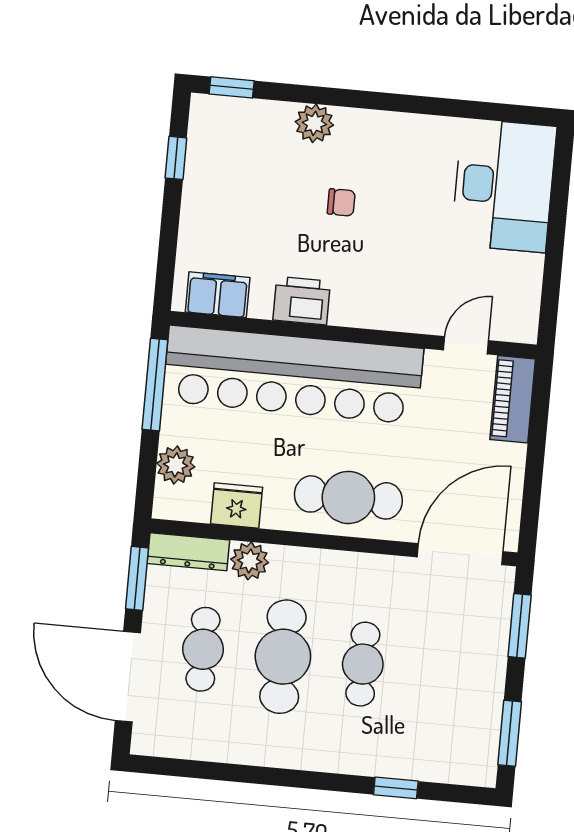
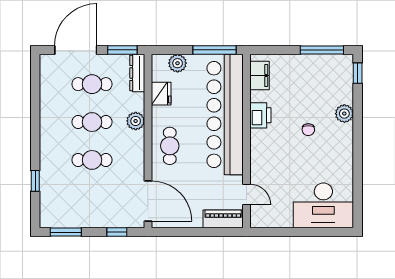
window: (176, 158) -> (322, 50), width x2.17
cafe table: (348, 497) -> (170, 146), width x0.73, depth x0.74
plant: (250, 561) -> (136, 121), moved
window: (520, 626) -> (117, 232), width x0.67
cafe table: (283, 657) -> (92, 122), width x0.73, depth x0.74

